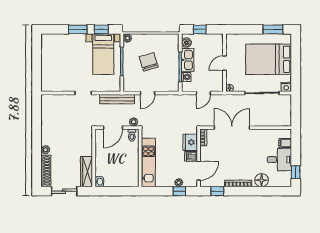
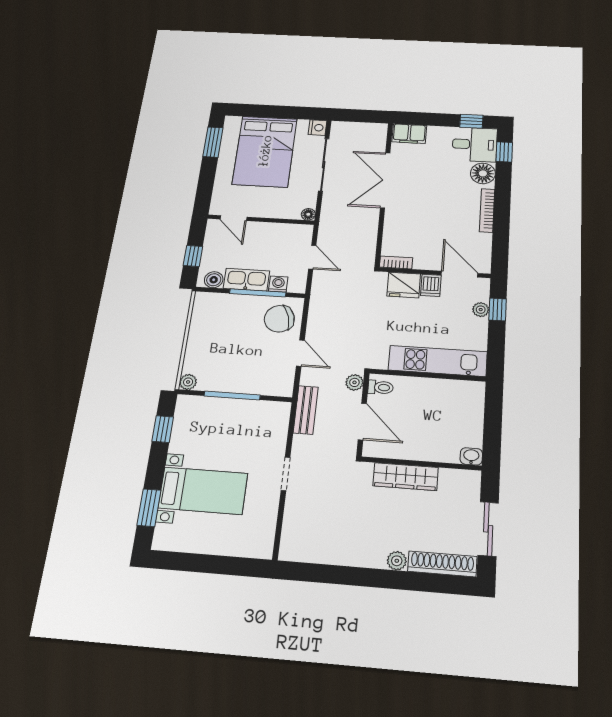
window: (78, 29) -> (149, 508), moved
bed with nightstands: (103, 54) -> (203, 491), moved
chair: (149, 62) -> (279, 319), moved
door: (225, 63) -> (234, 218), moved
bench: (117, 99) -> (306, 410), width x0.73
double door: (232, 128) -> (385, 180), moved
filing cabinet: (285, 143) -> (409, 134), width x2.00
desk: (279, 160) -> (475, 144), moved, turned 90
wardrobe: (87, 172) -> (405, 477), moved
window: (217, 191) -> (504, 152), moved

